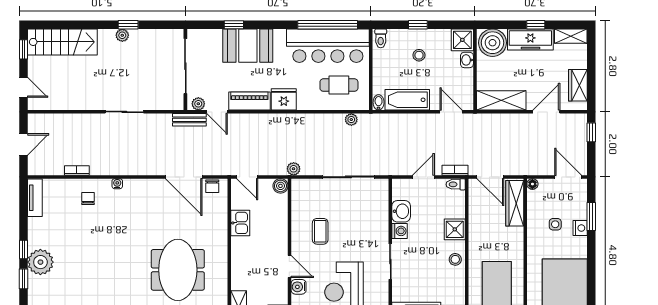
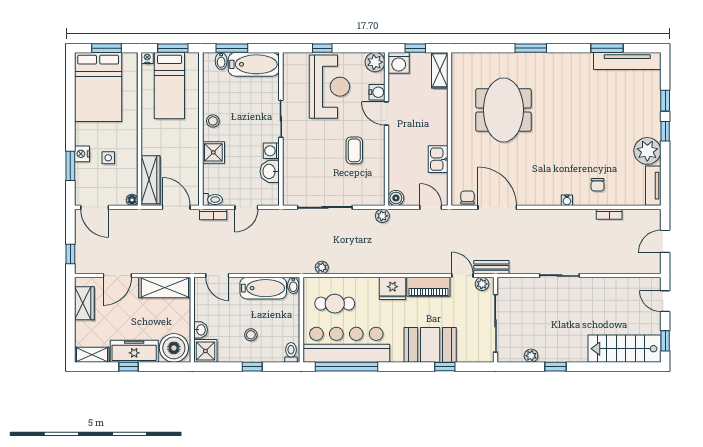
plant: (122, 35) -> (531, 356), moved
plant: (40, 262) -> (647, 151), moved

